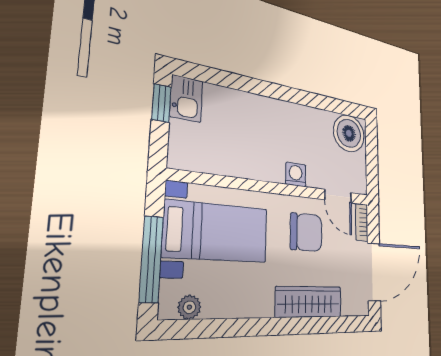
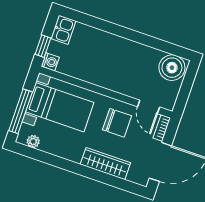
window: (161, 103) -> (43, 46), moved
washing machine: (296, 175) -> (50, 62), moved, turned 90

